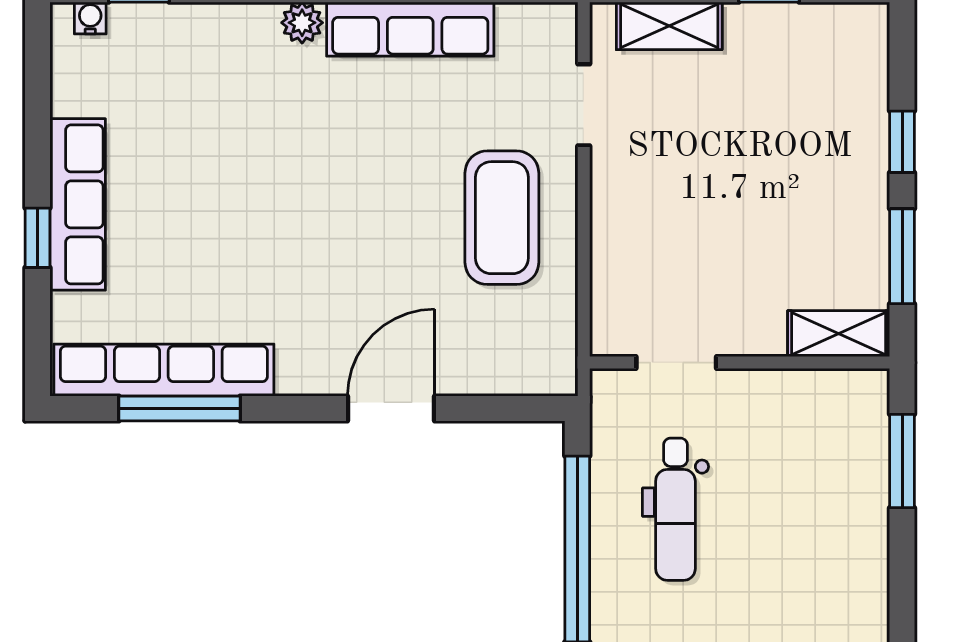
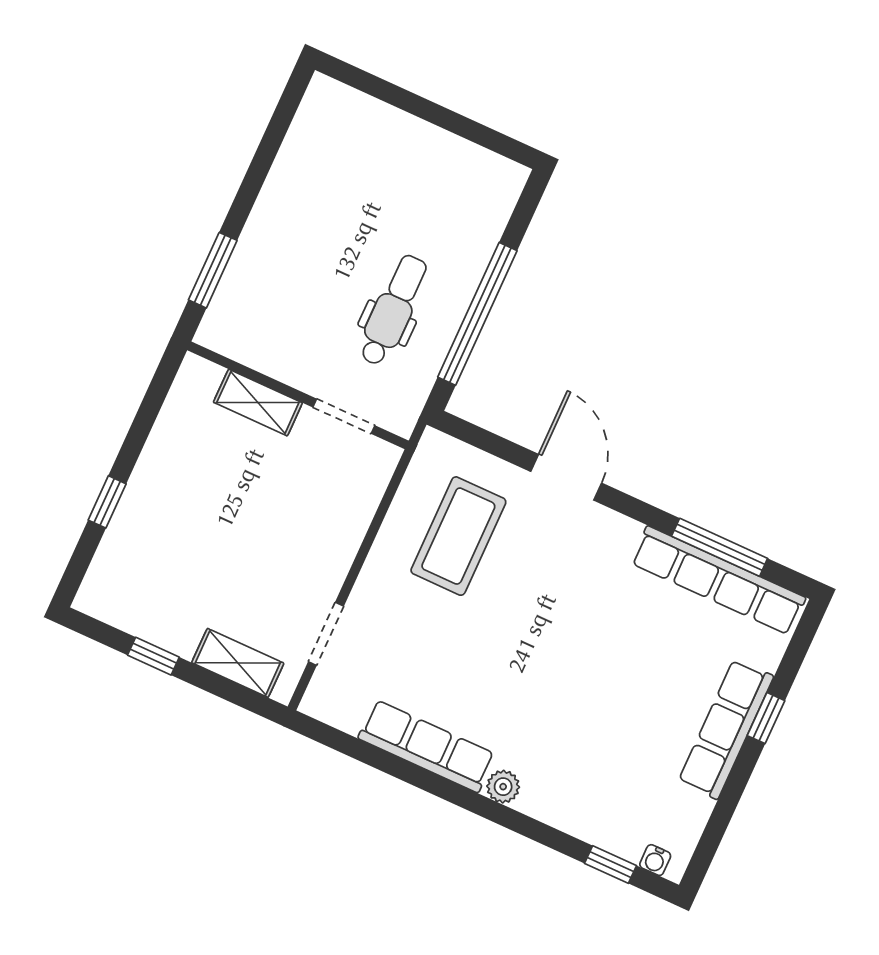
coffee table: (502, 218) -> (458, 536), moved
window: (902, 256) -> (145, 419), removed
shelving: (839, 334) -> (258, 402), moved
door: (391, 409) -> (566, 477), swing flipped

